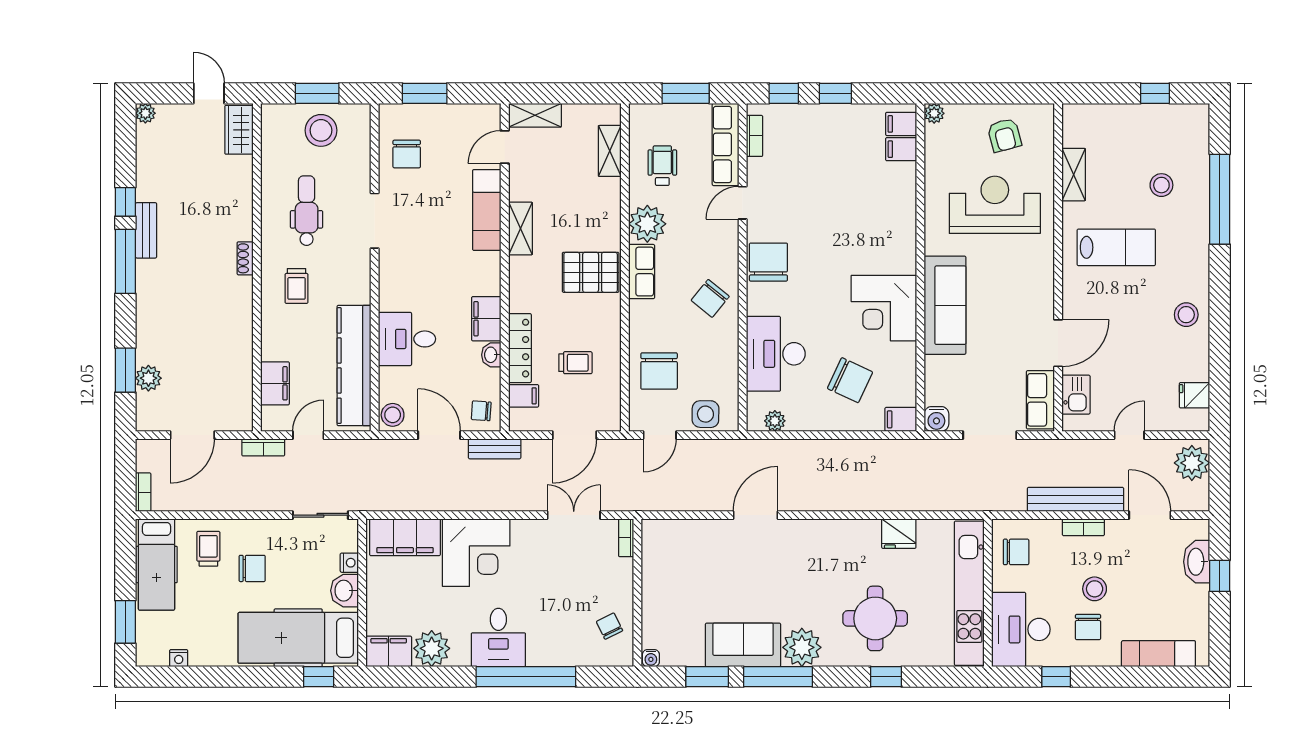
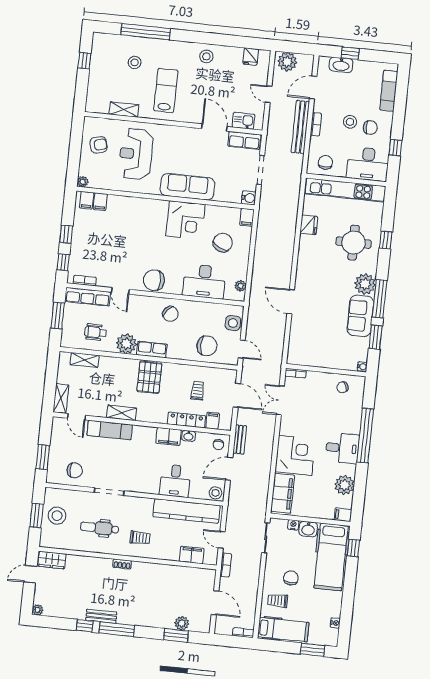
filing cabinet: (389, 651) -> (343, 515), width x0.50

